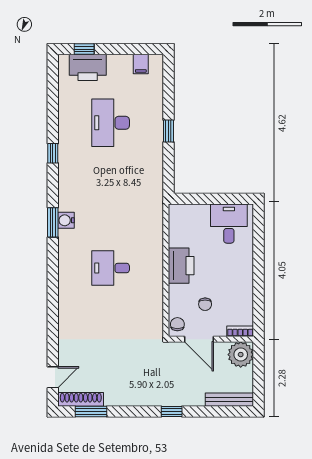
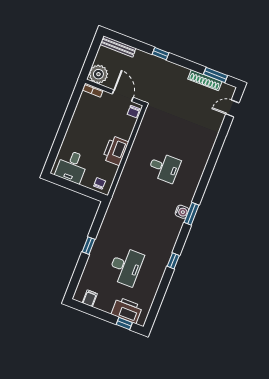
chair: (205, 304) -> (100, 183), moved
shoe rack: (81, 399) -> (205, 80), moved

